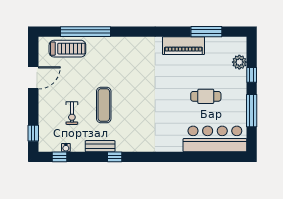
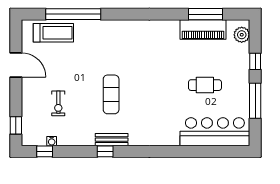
piano: (183, 46) -> (203, 30), moved
plant: (239, 62) -> (242, 35), moved
door: (33, 78) -> (16, 65), hinge flipped
exercise mat: (104, 105) -> (111, 94), moved
bench: (100, 146) -> (112, 140), moved

